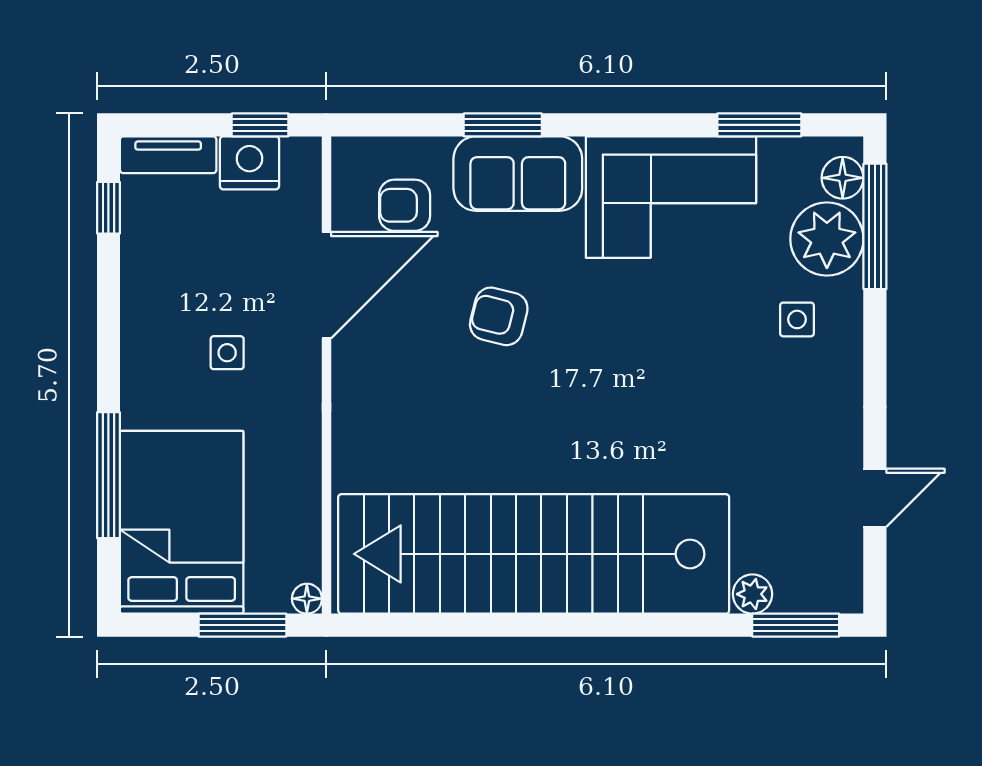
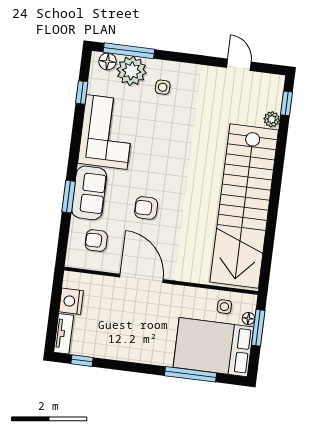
window: (260, 125) -> (56, 295), removed
window: (759, 125) -> (82, 92), width x0.67
armchair: (405, 205) -> (96, 240), turned 90
door: (326, 285) -> (142, 278), moved
armchair: (499, 316) -> (146, 208), turned 76
side table: (227, 353) -> (224, 307), moved
floor lamp: (307, 599) -> (248, 318), moved
window: (796, 625) -> (287, 103), width x0.67

